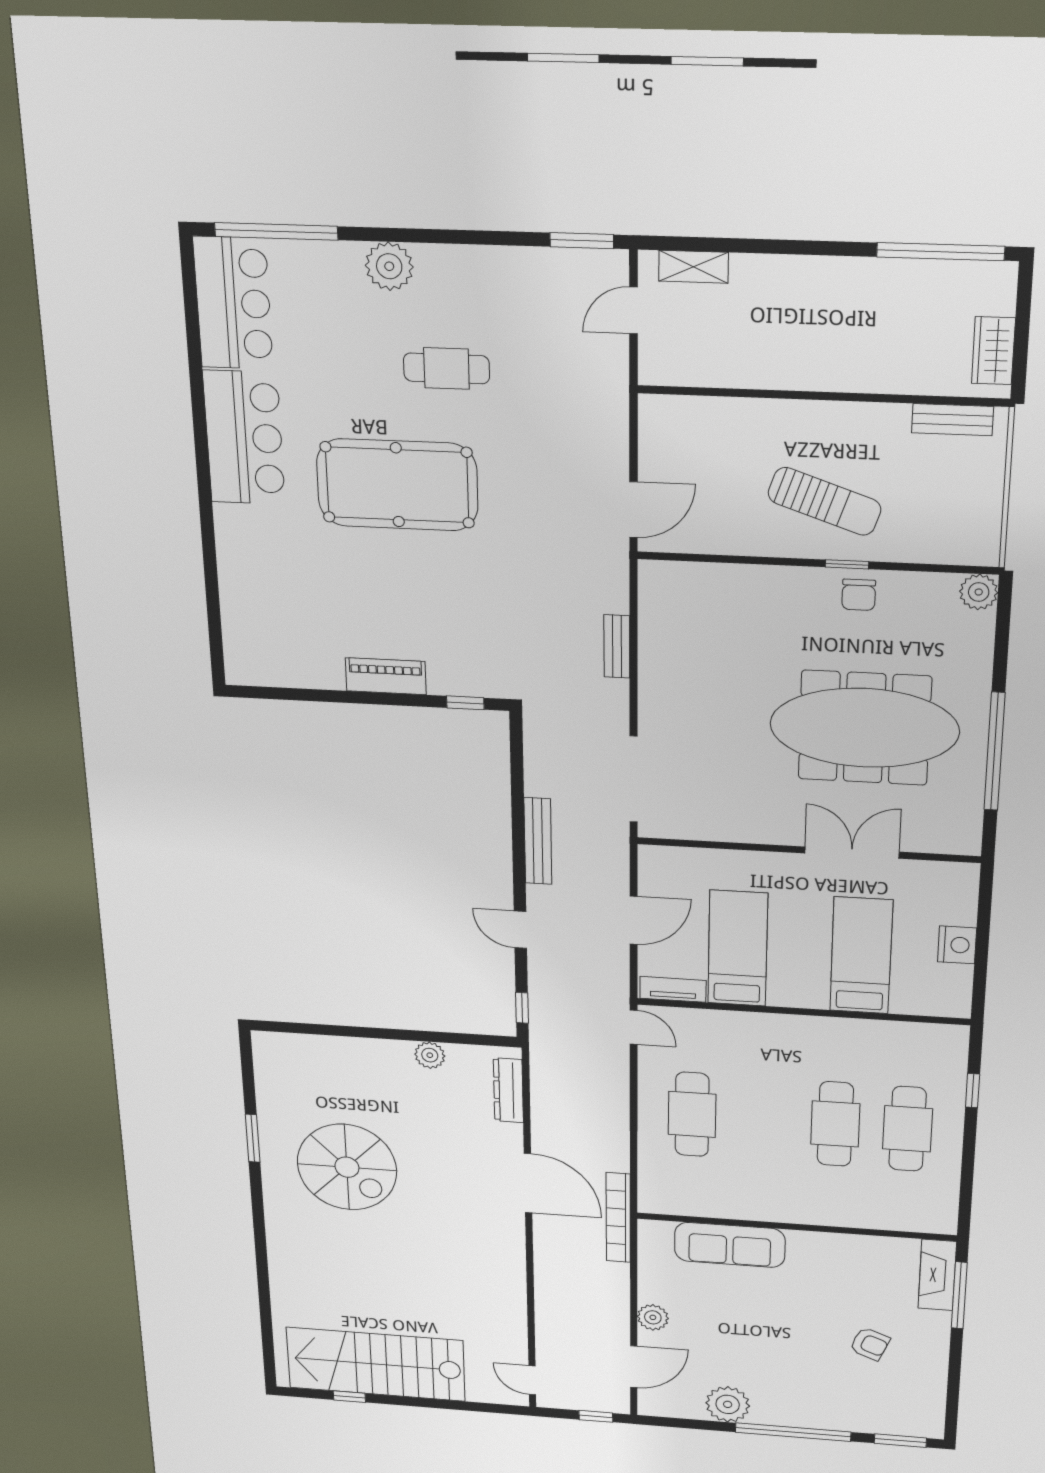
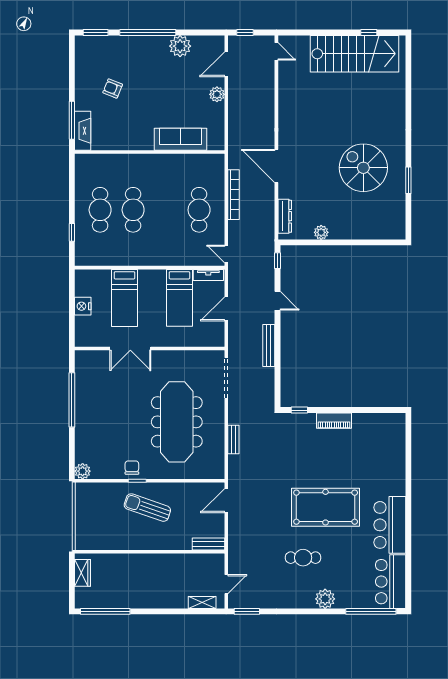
bench: (952, 420) -> (208, 544), moved
meeting table: (865, 728) -> (177, 422), moved, turned 90
bookcase: (618, 1218) -> (234, 195), moved

